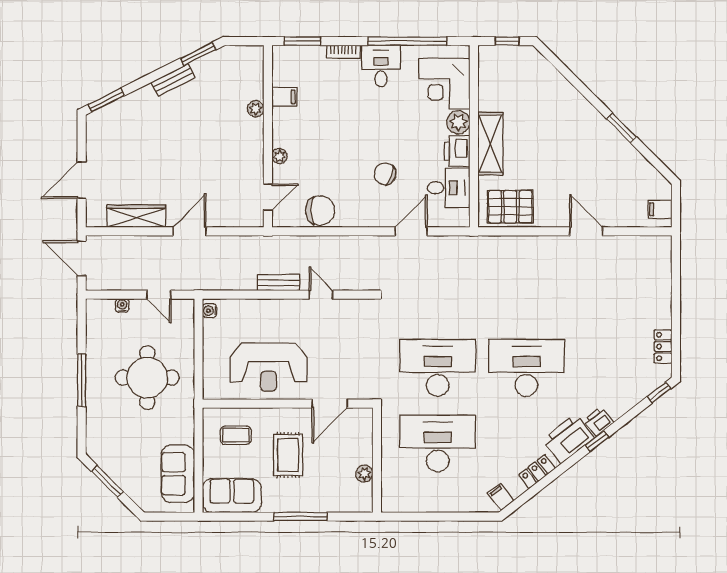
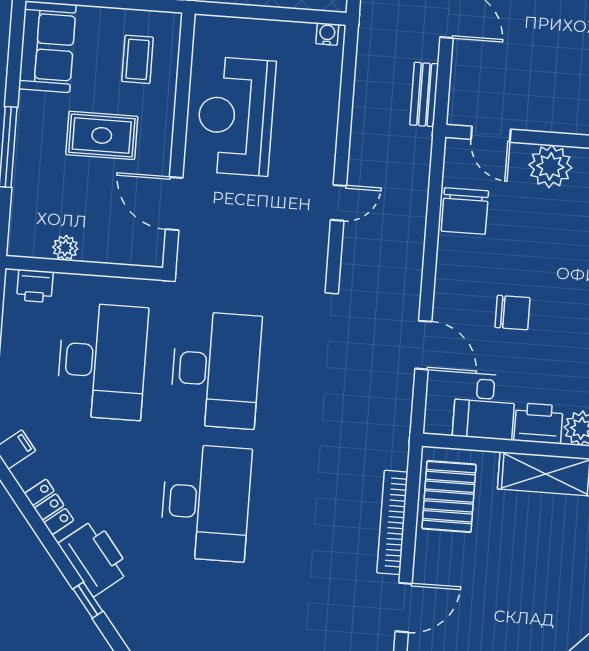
plant: (279, 156) -> (550, 166), width x1.88, depth x1.88
chair: (385, 174) -> (512, 313), turned 72
bookcase: (530, 243) -> (392, 522), added
bench: (279, 283) -> (424, 94), moved
printer: (599, 422) -> (35, 286), moved, turned 128

